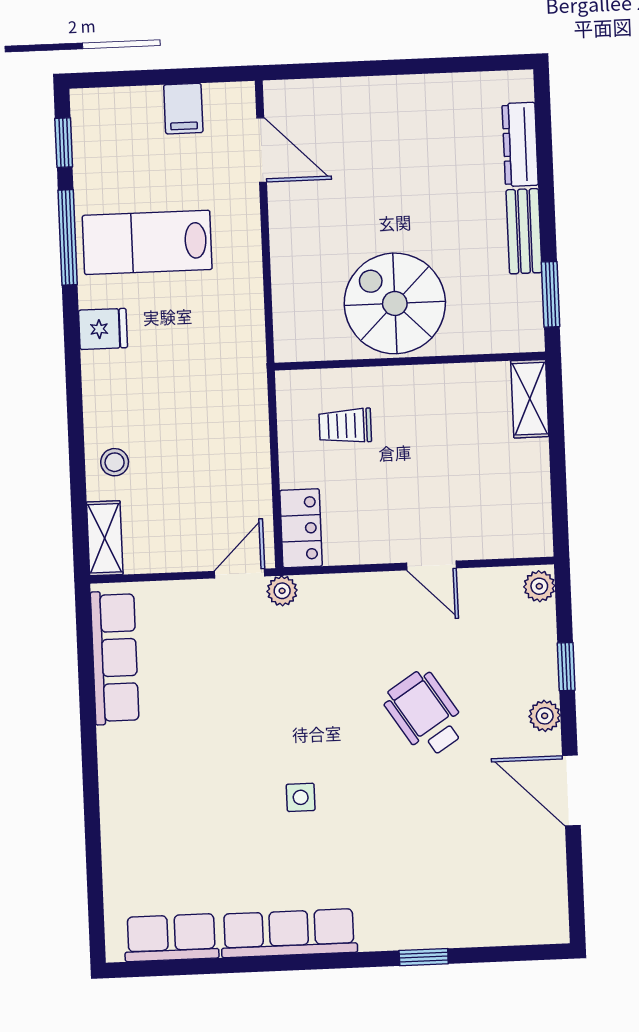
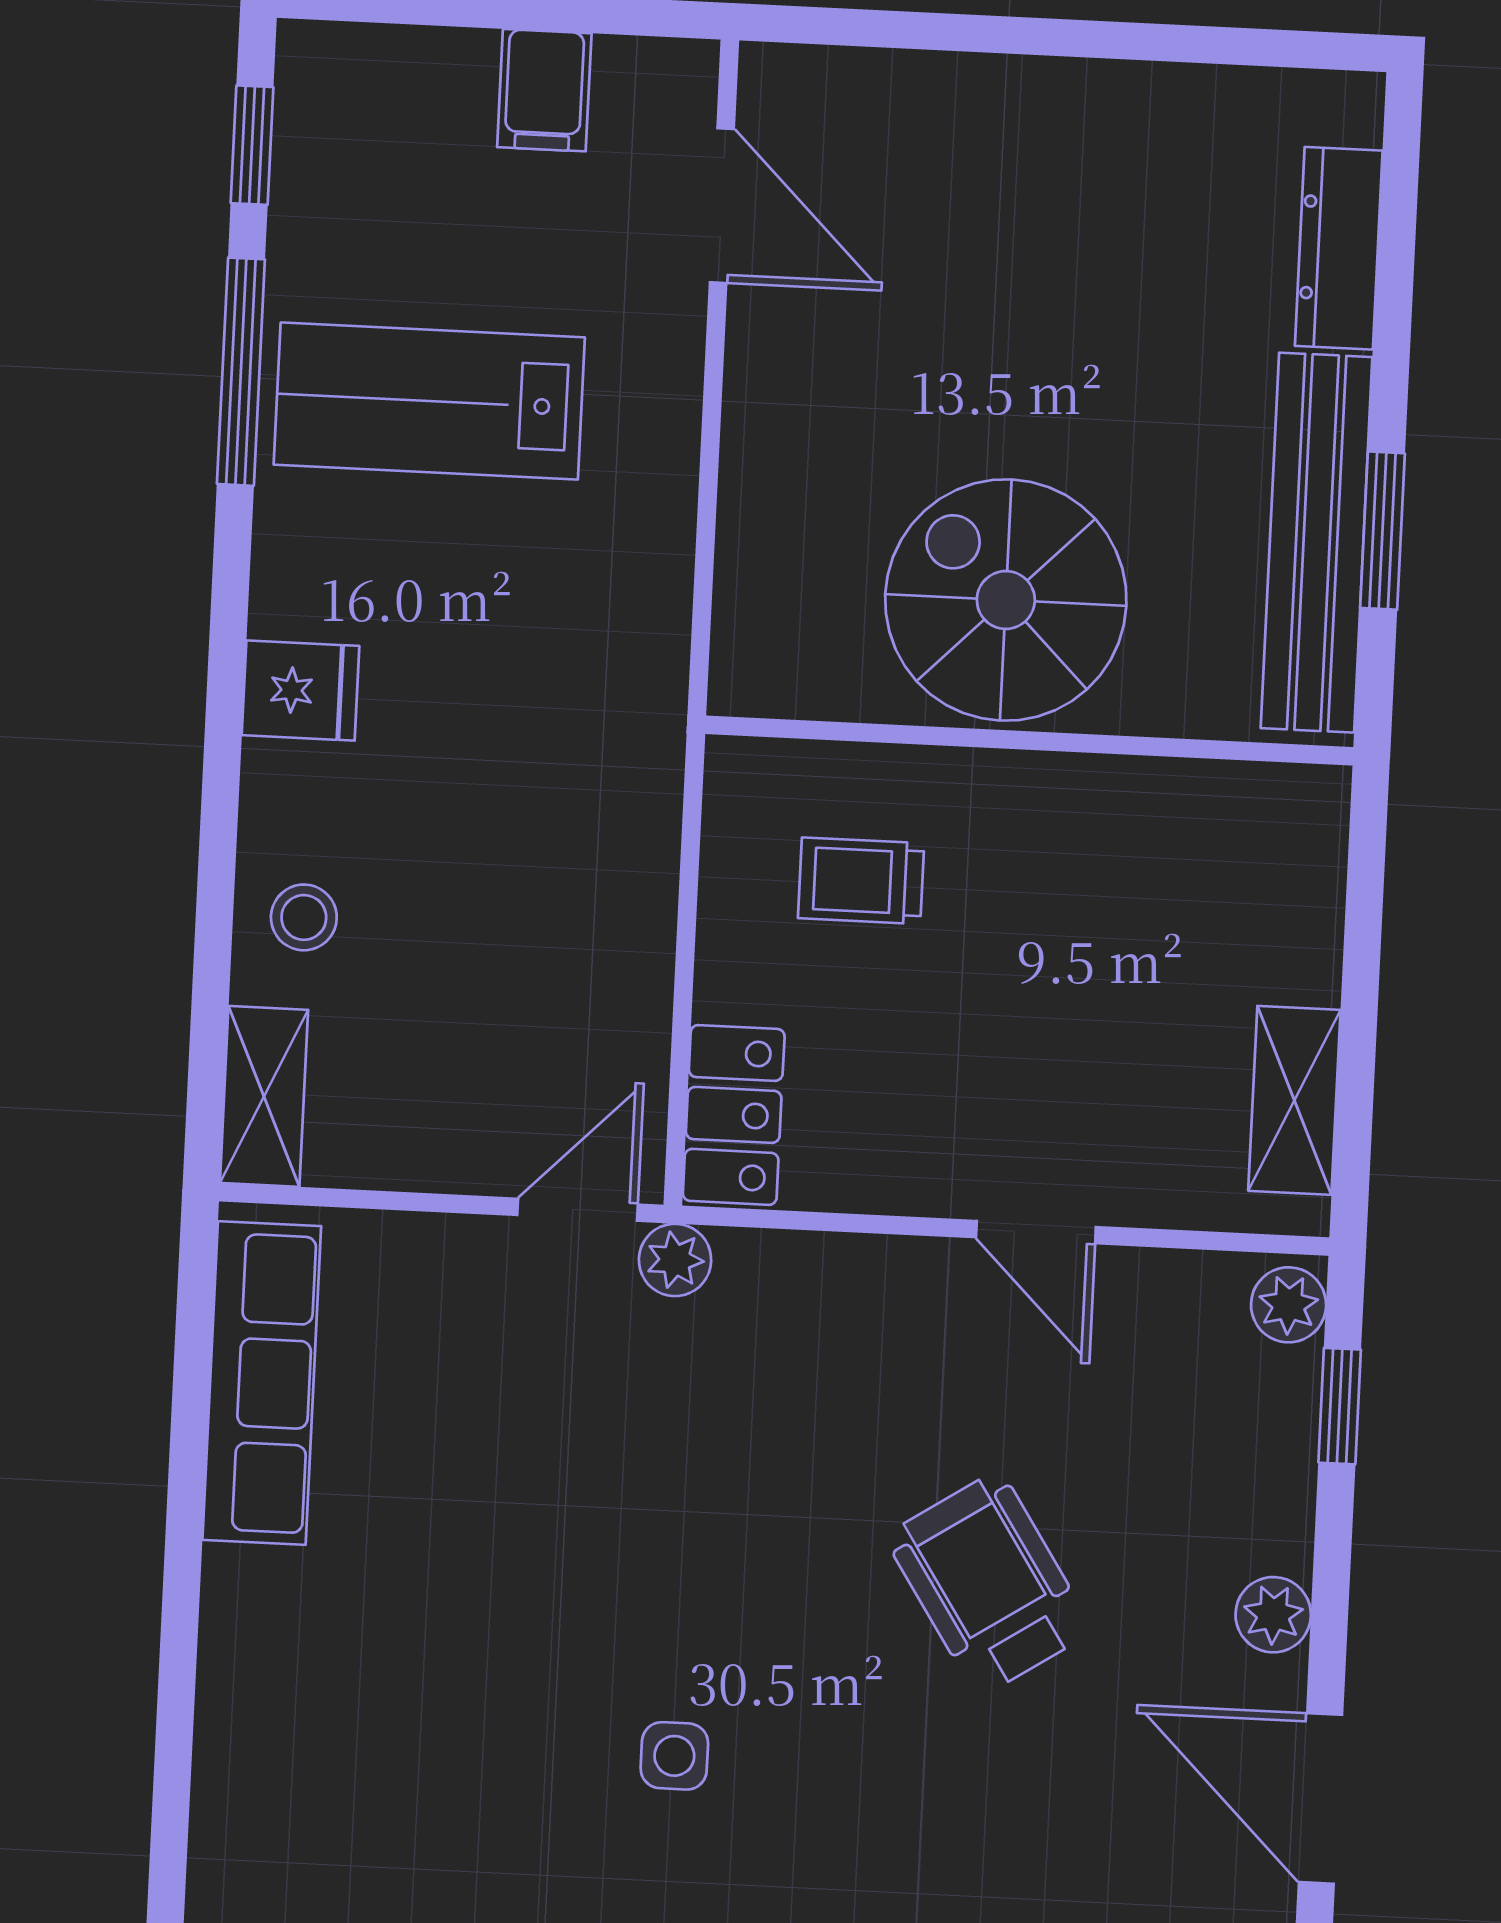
bench: (524, 231) -> (1317, 543), width x1.86, depth x1.21
window: (551, 294) -> (1382, 531), moved
fridge: (103, 329) -> (301, 691), moved
shelving: (530, 399) -> (1294, 1100), moved
window: (566, 667) -> (1340, 1406), moved

